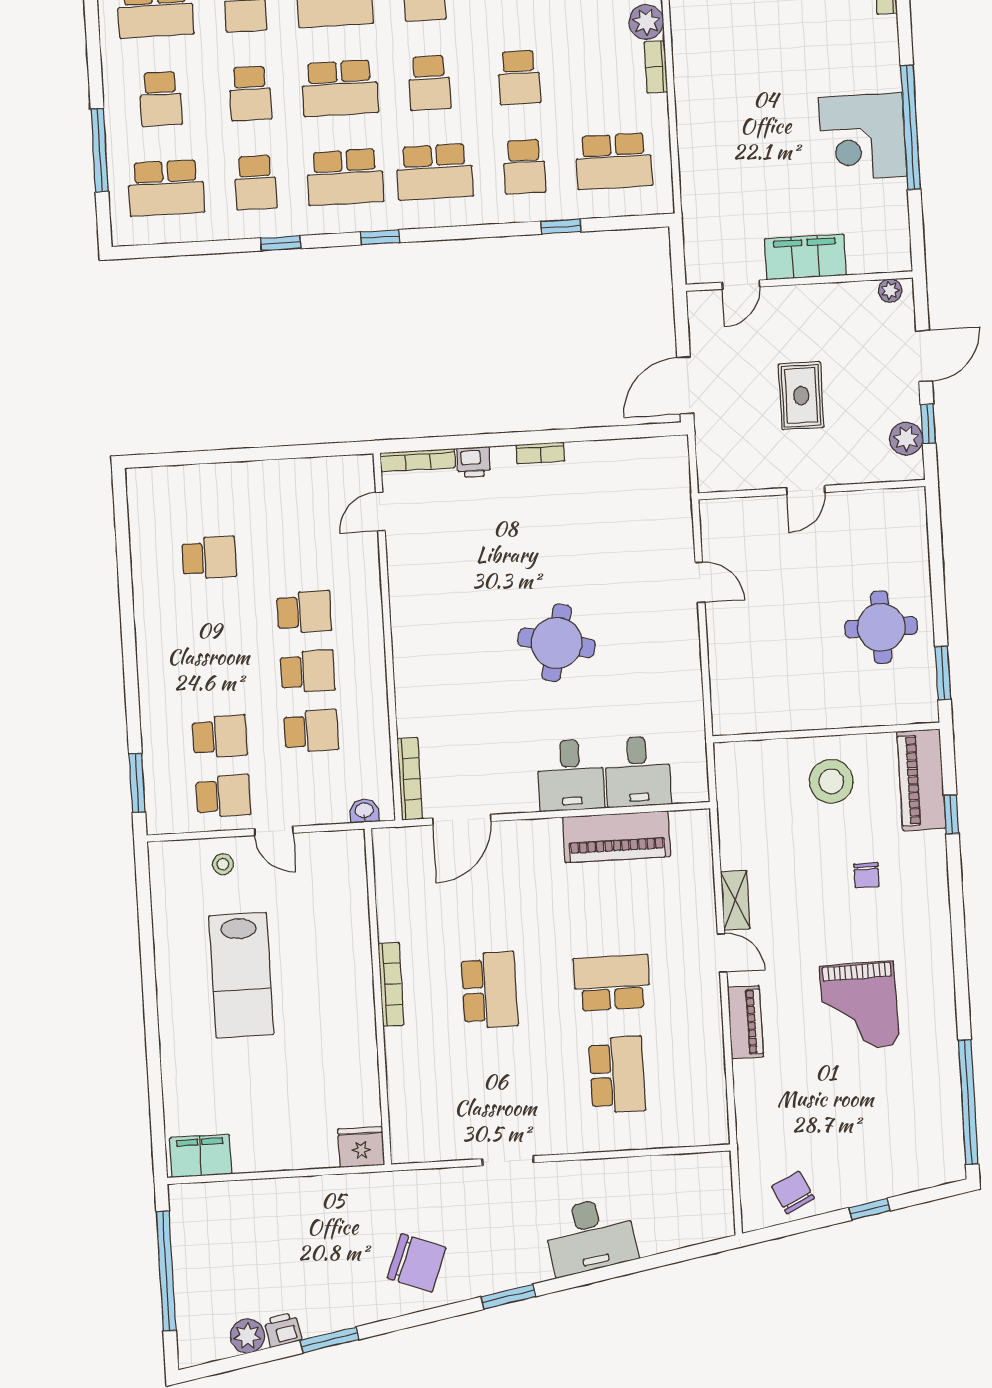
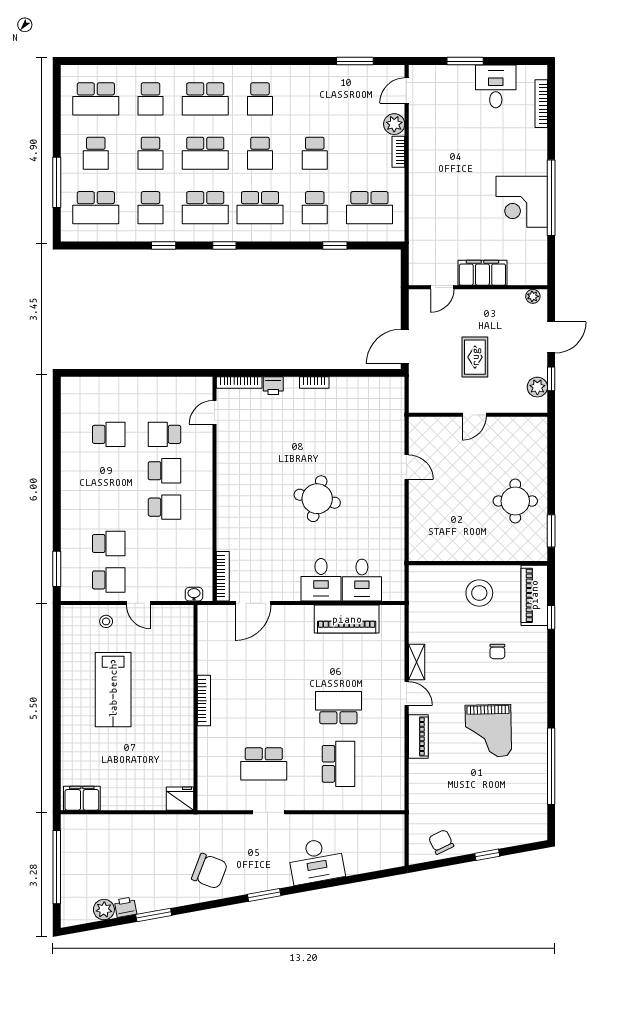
school desk: (311, 731) -> (165, 434), moved, turned 180
school desk: (490, 990) -> (264, 764), moved, turned 90
window: (968, 1102) -> (551, 766), moved

